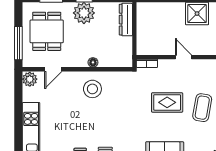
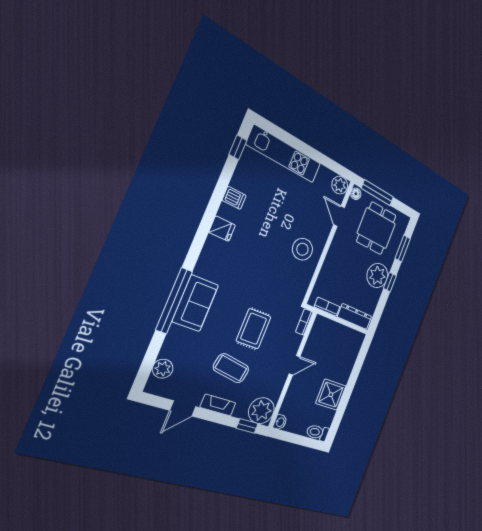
dining table: (47, 31) -> (376, 228), turned 90
bookcase: (128, 49) -> (327, 307), added
floor lamp: (93, 62) -> (356, 194), moved

